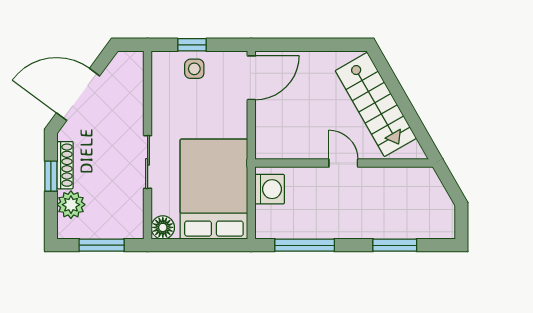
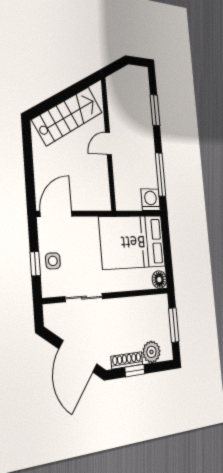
door: (251, 78) -> (56, 214), hinge flipped
sliding door: (148, 162) -> (84, 298), moved
washing machine: (270, 189) -> (151, 200), moved

